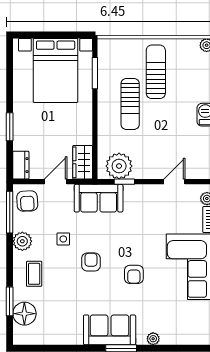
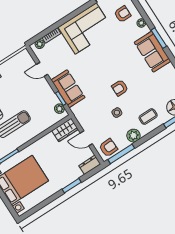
plant: (119, 166) -> (59, 109), width x0.53, depth x0.53
sofa: (99, 198) -> (68, 89), moved
armchair: (134, 274) -> (122, 14), moved

